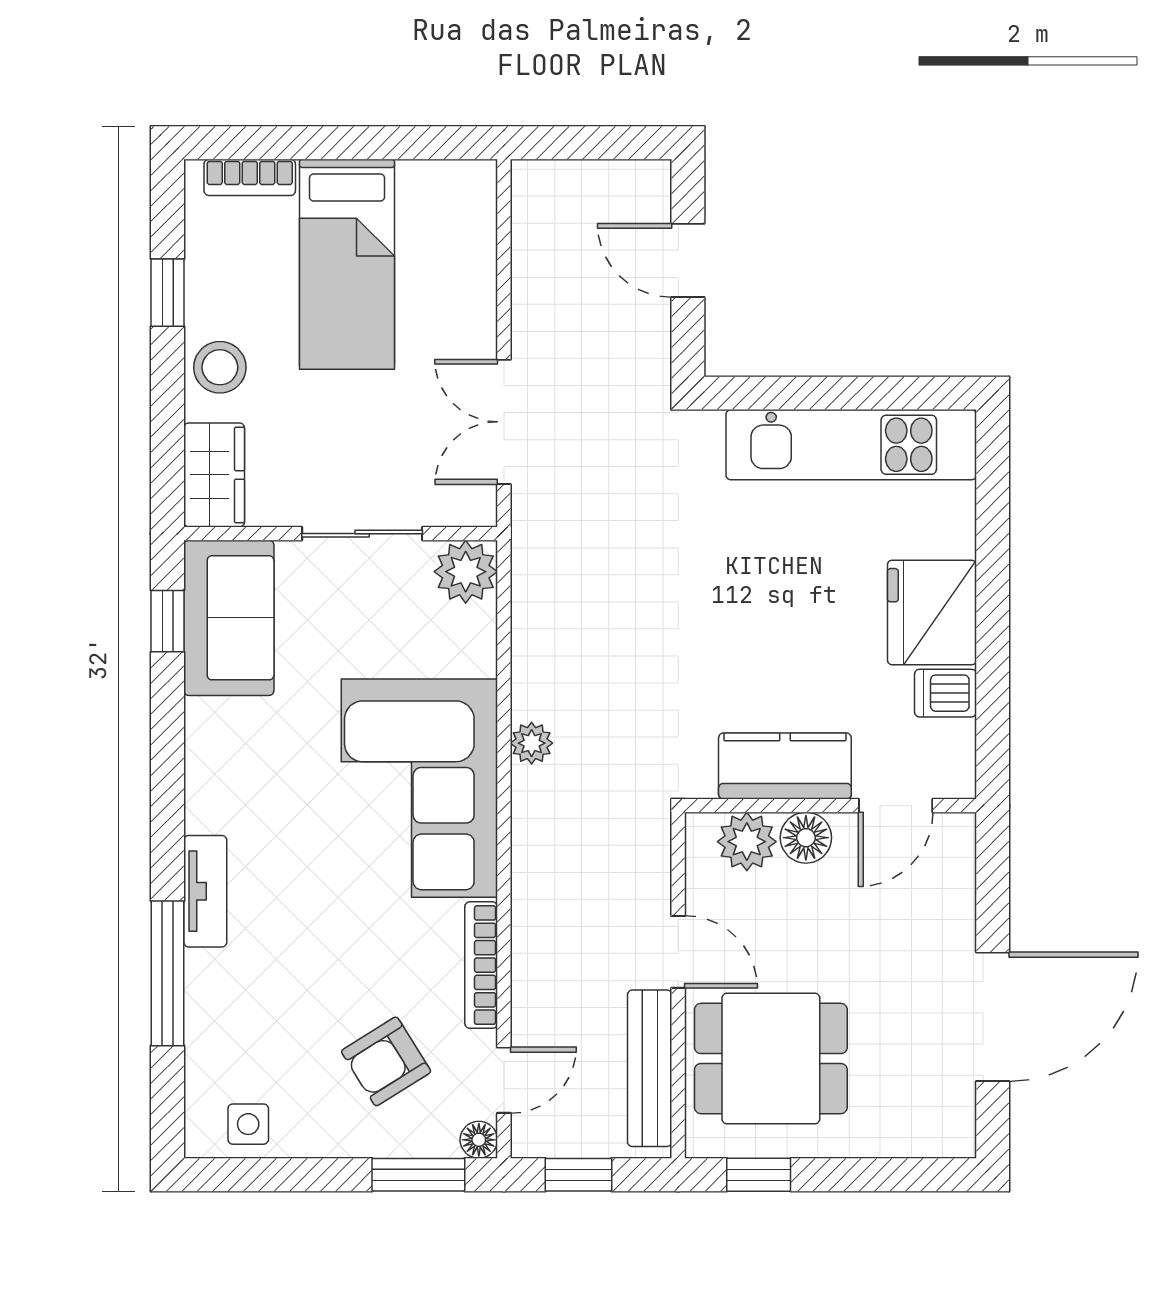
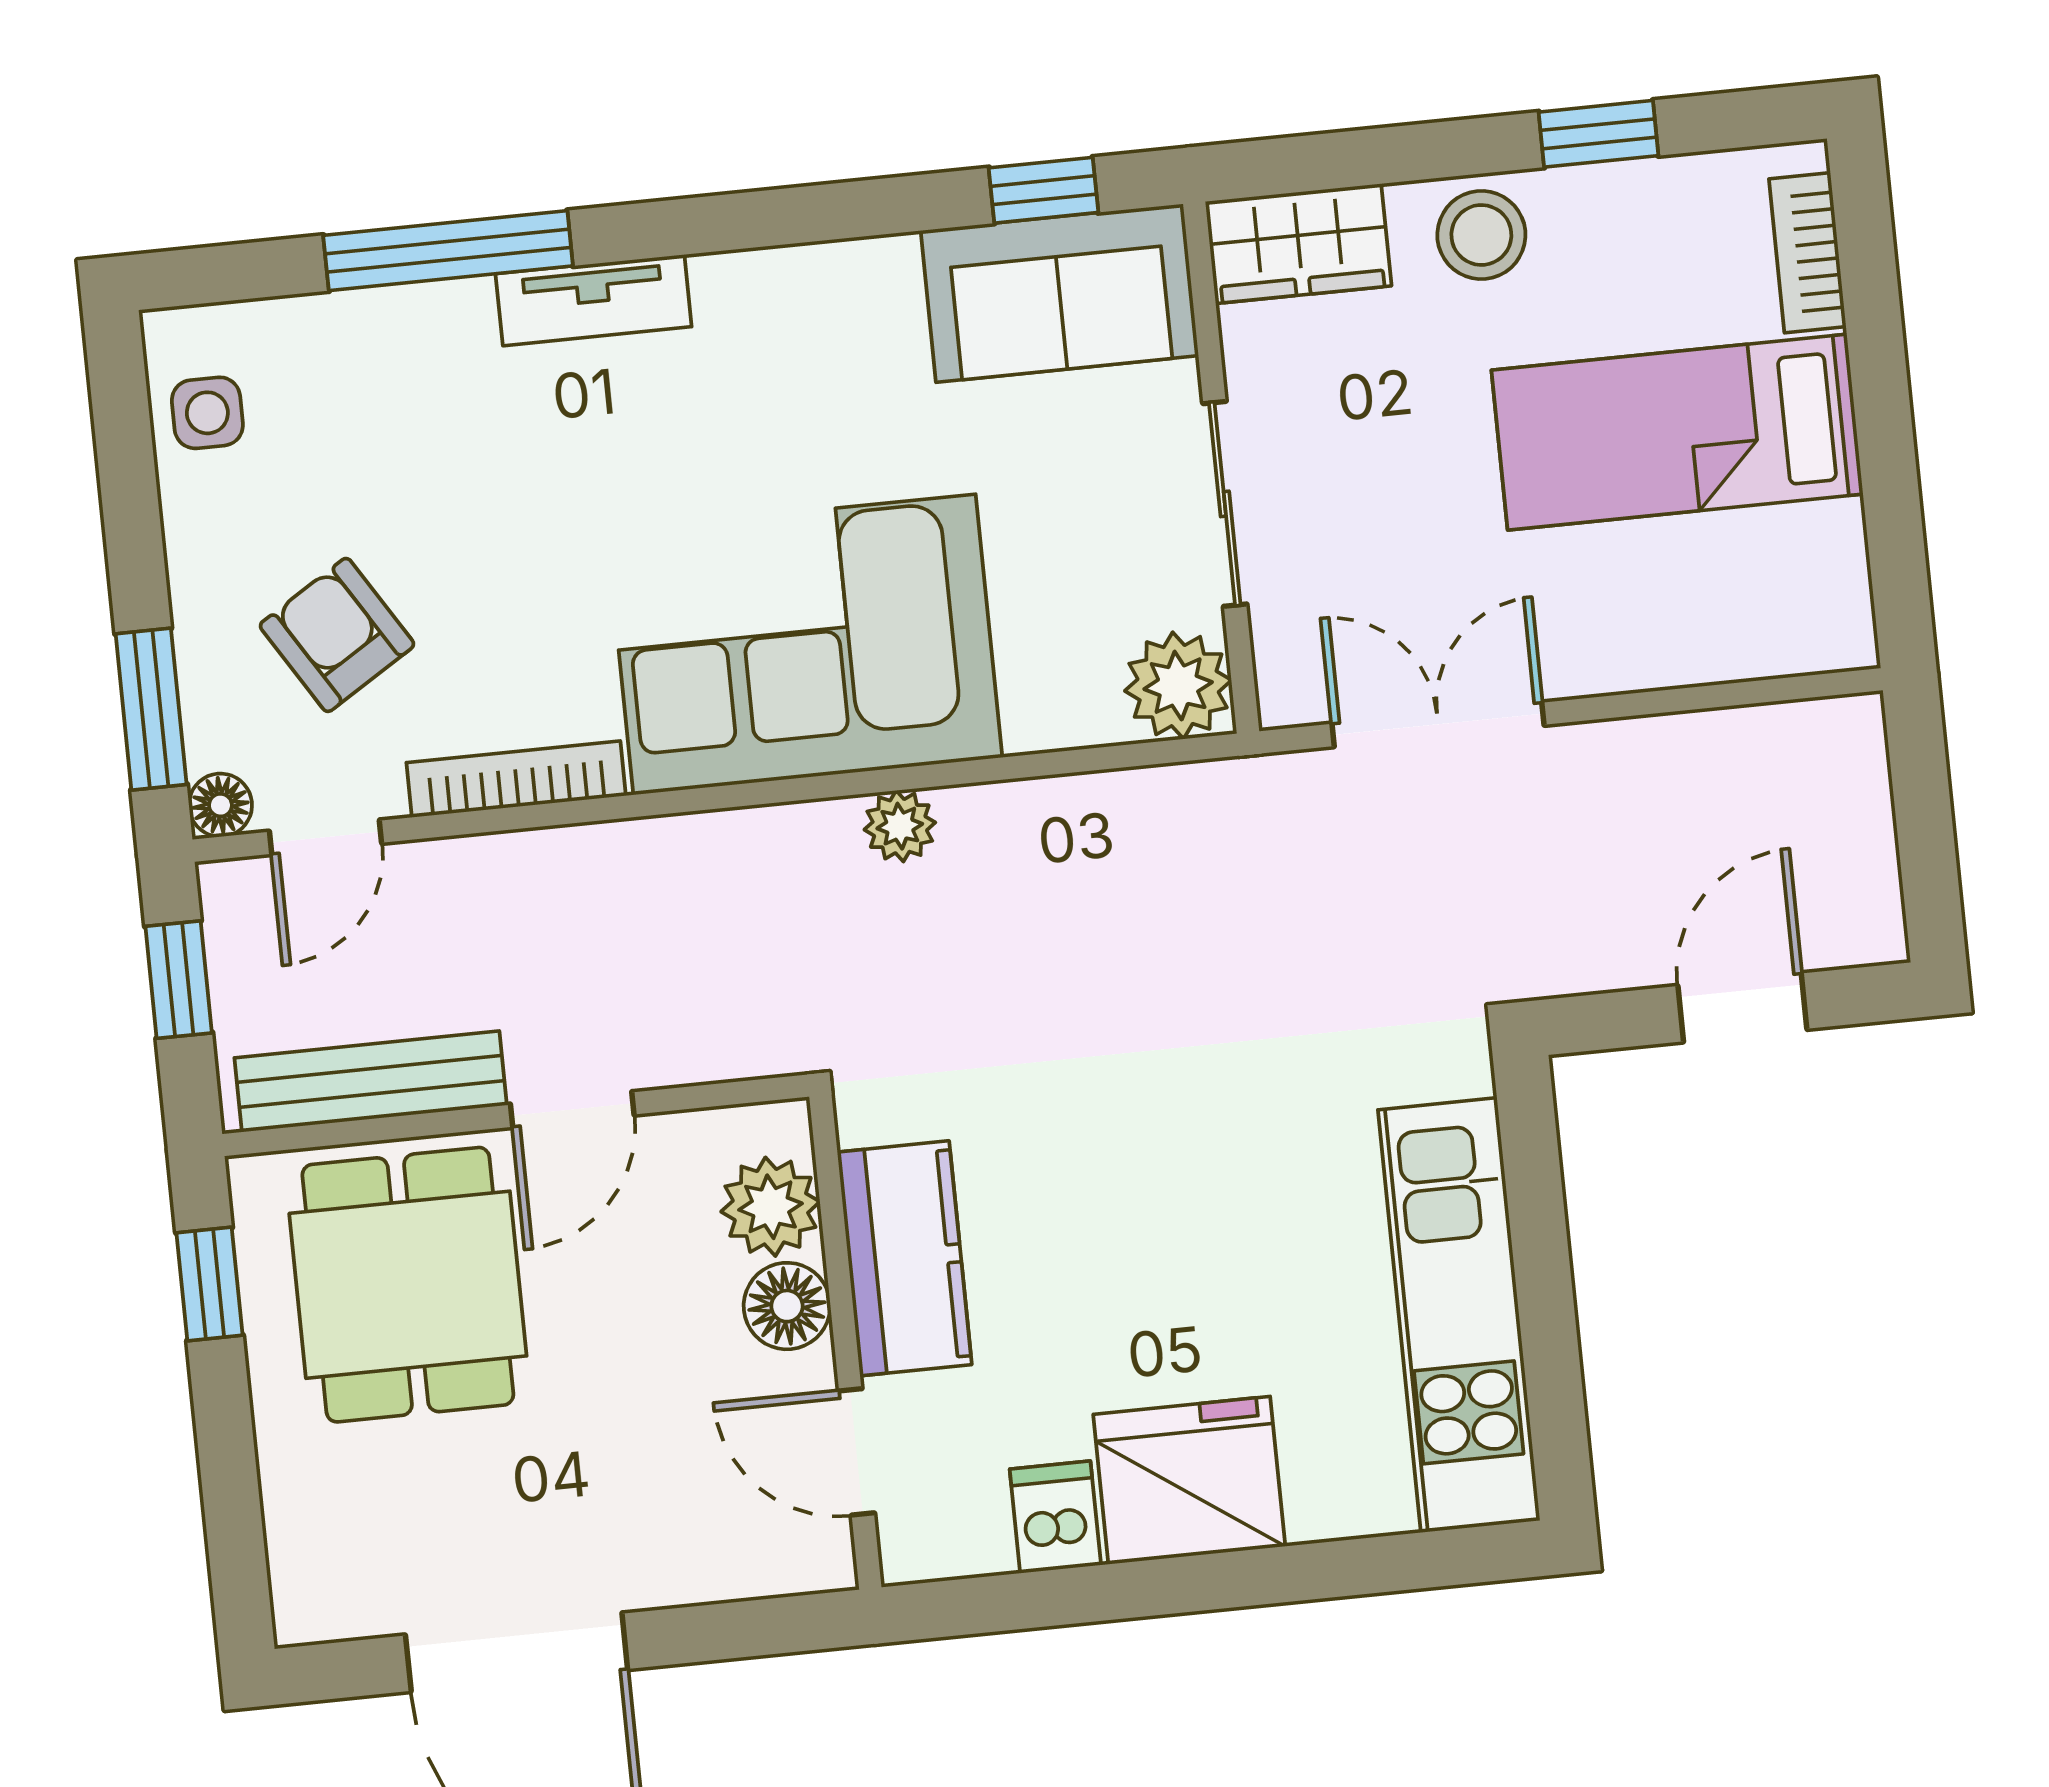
door: (504, 1080) -> (326, 837), hinge flipped

